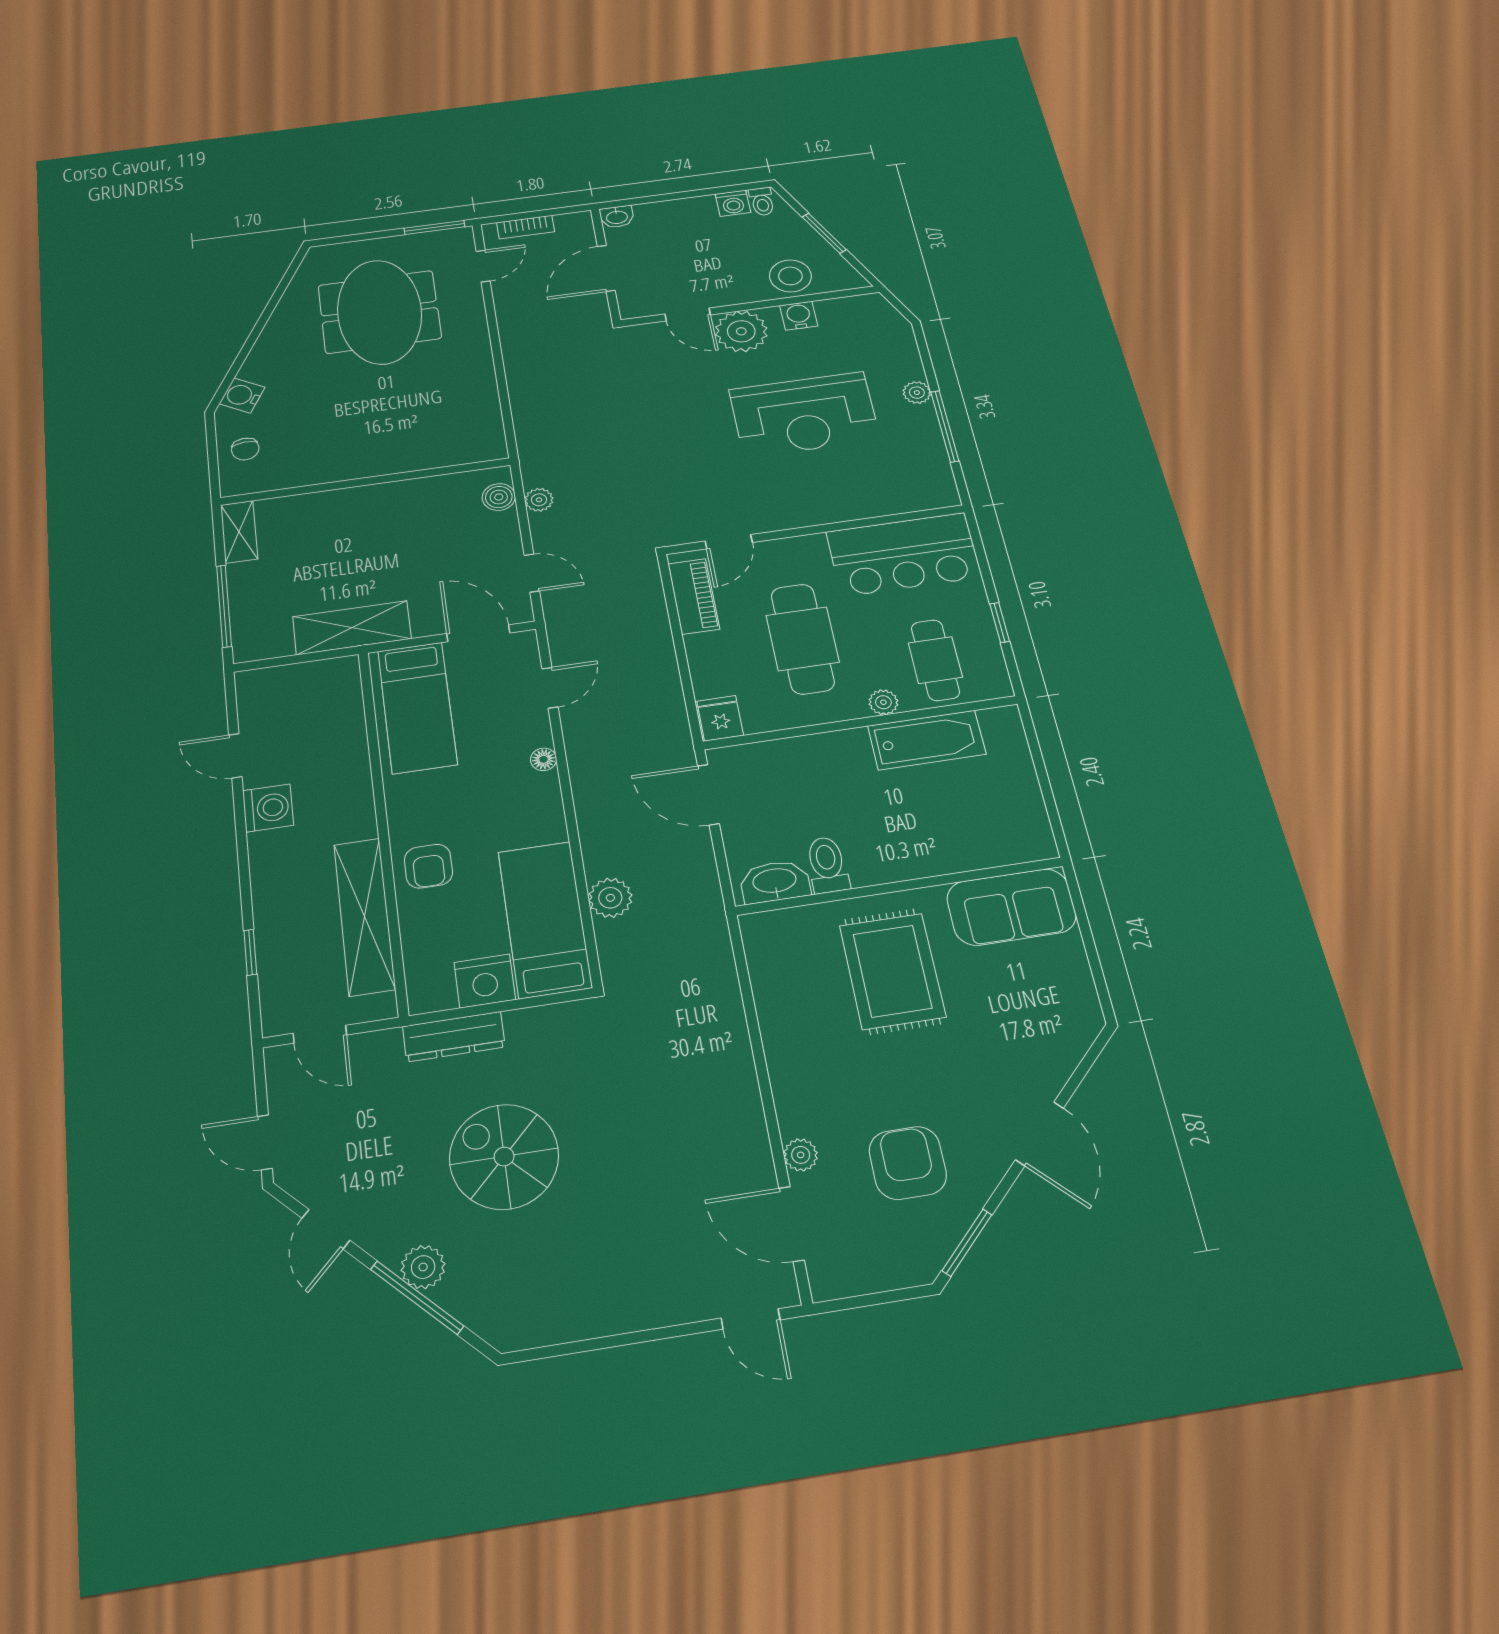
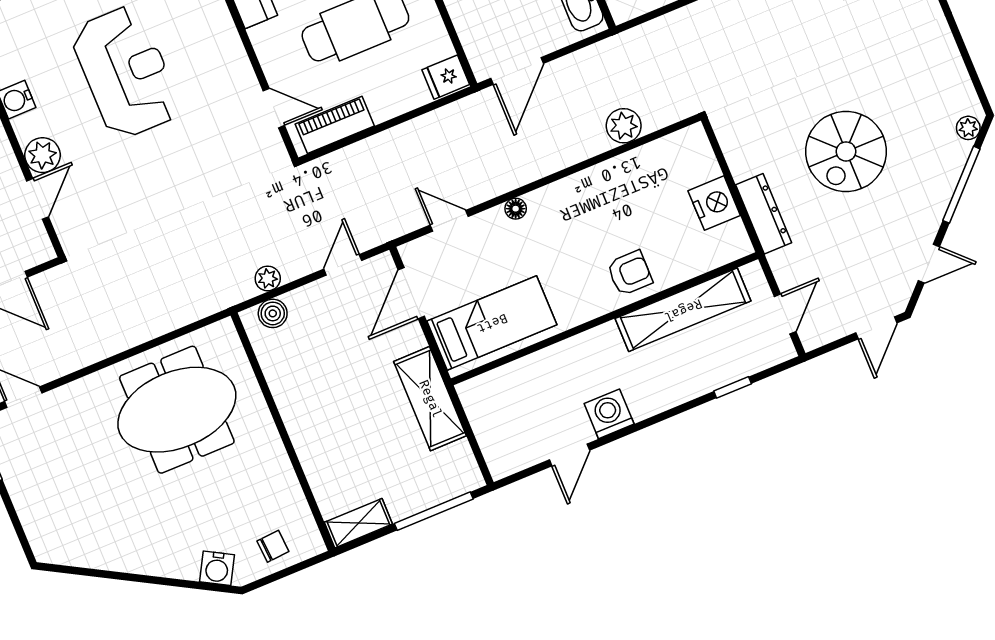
meeting table: (379, 312) -> (177, 410), moved
plant: (741, 331) -> (42, 155), width x0.73, depth x0.73
bed: (545, 919) -> (653, 171), removed
plant: (423, 1267) -> (968, 128), moved, width x0.73, depth x0.73

